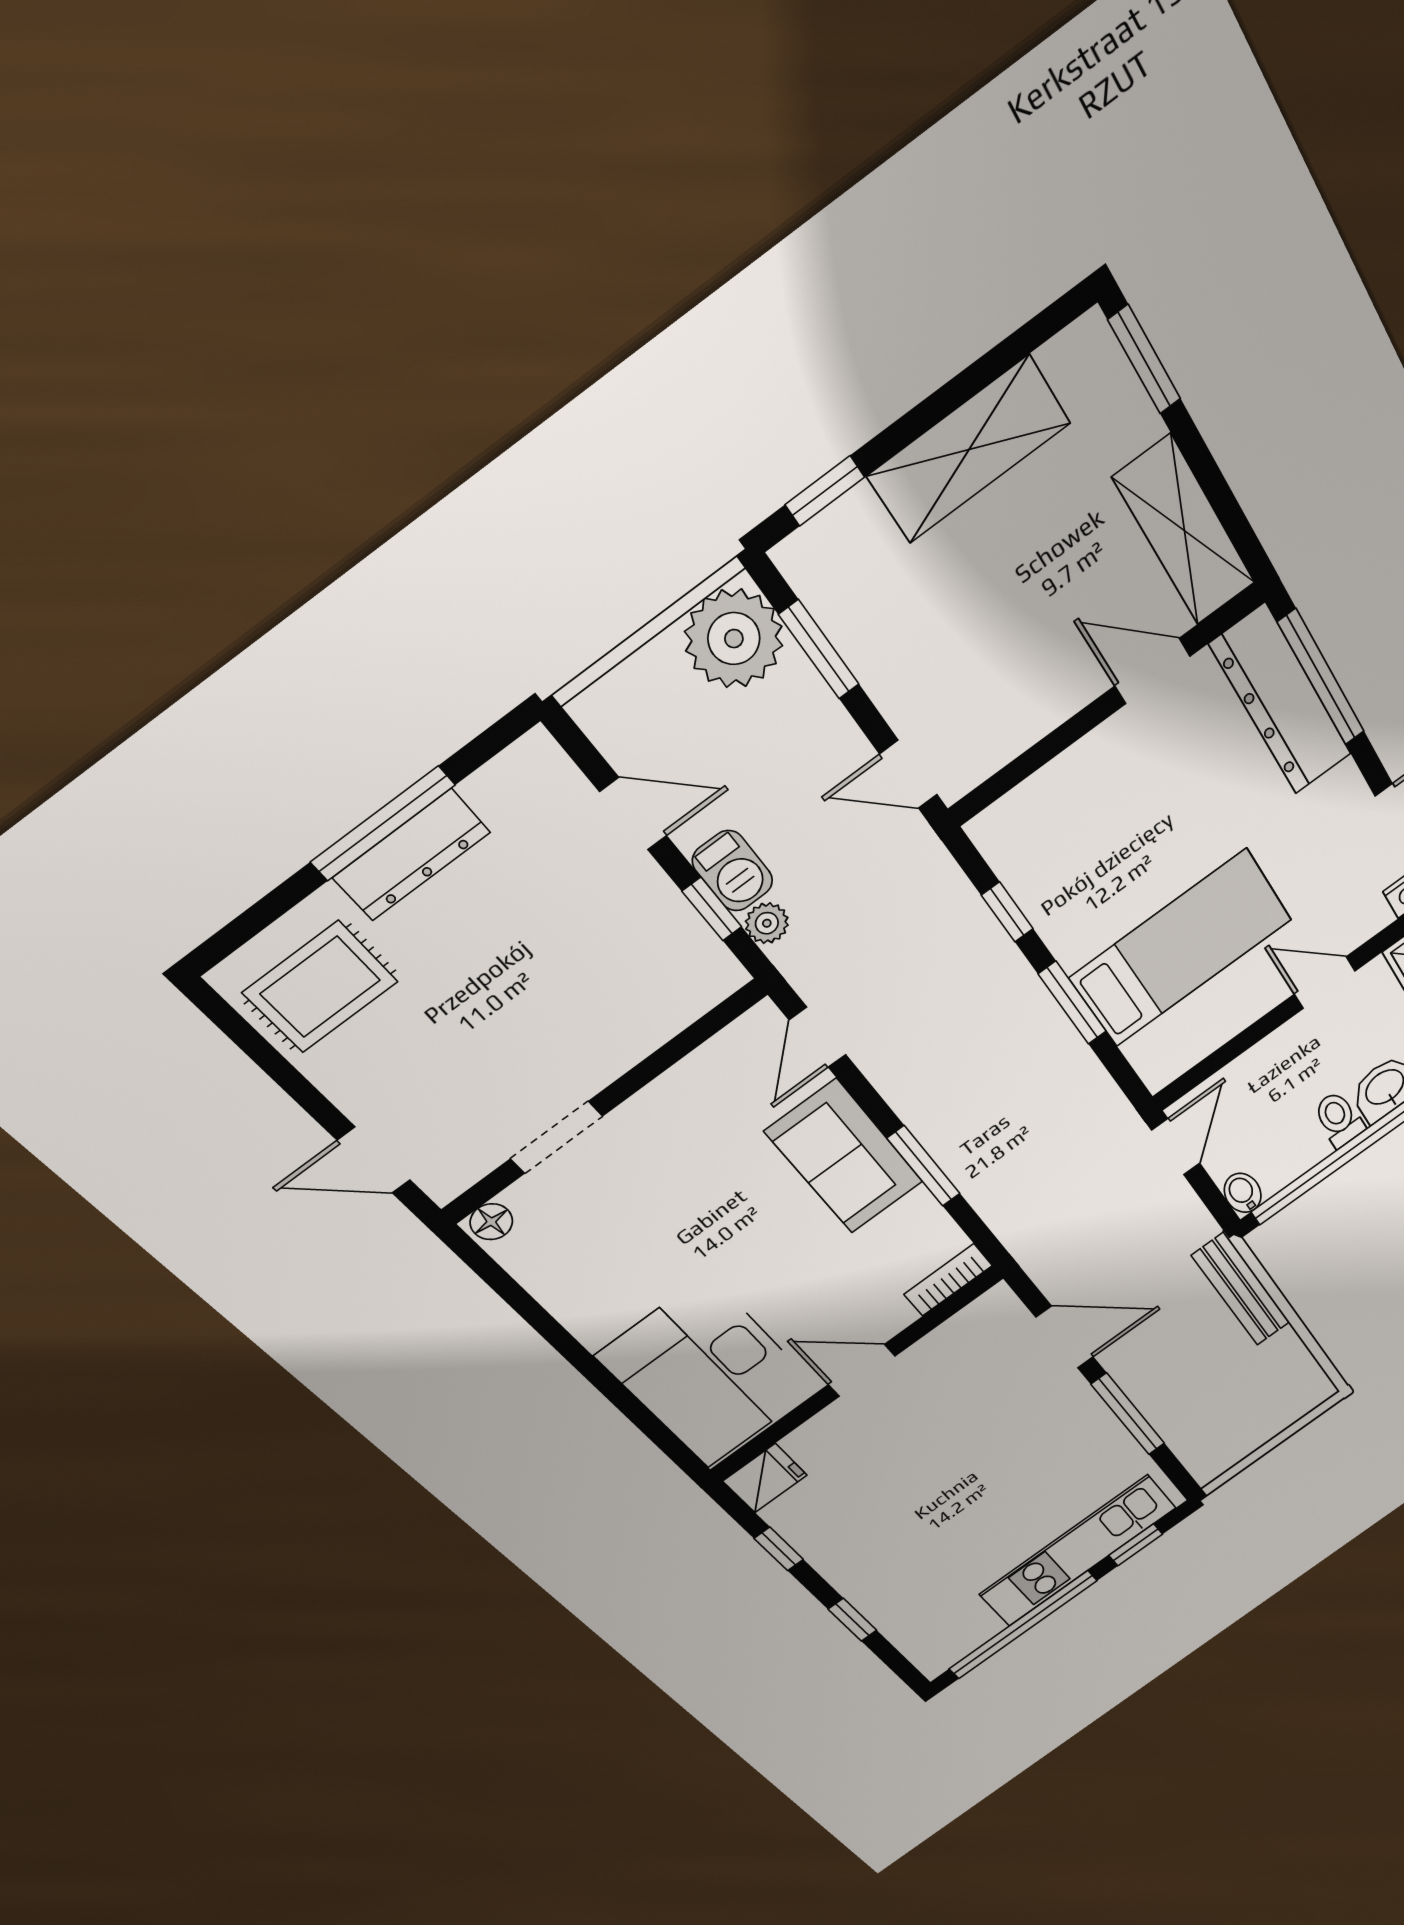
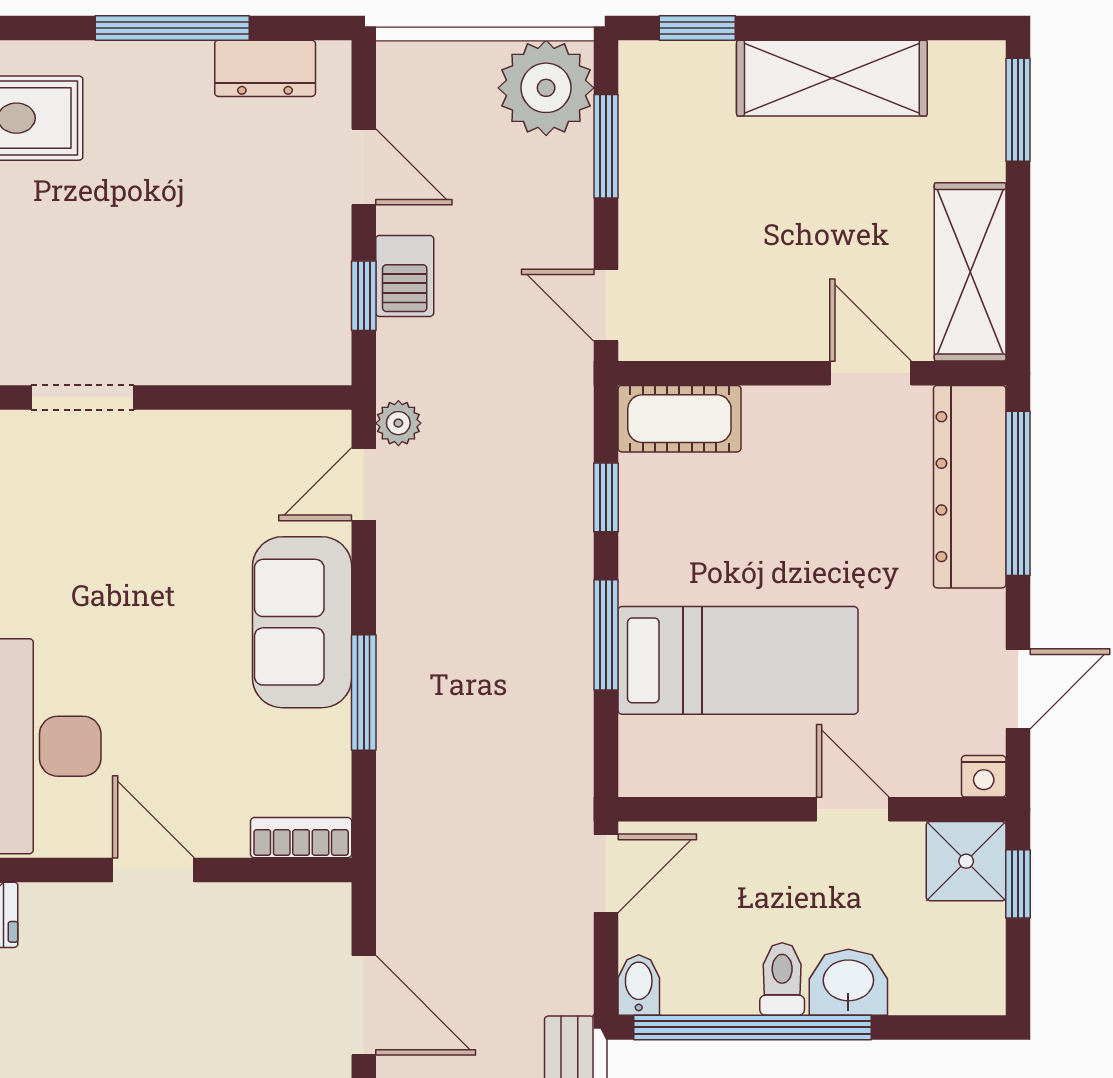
cot: (1025, 815) -> (679, 419), added
dresser: (412, 855) -> (265, 68), moved, width x0.70
plant: (767, 923) -> (398, 423), moved

